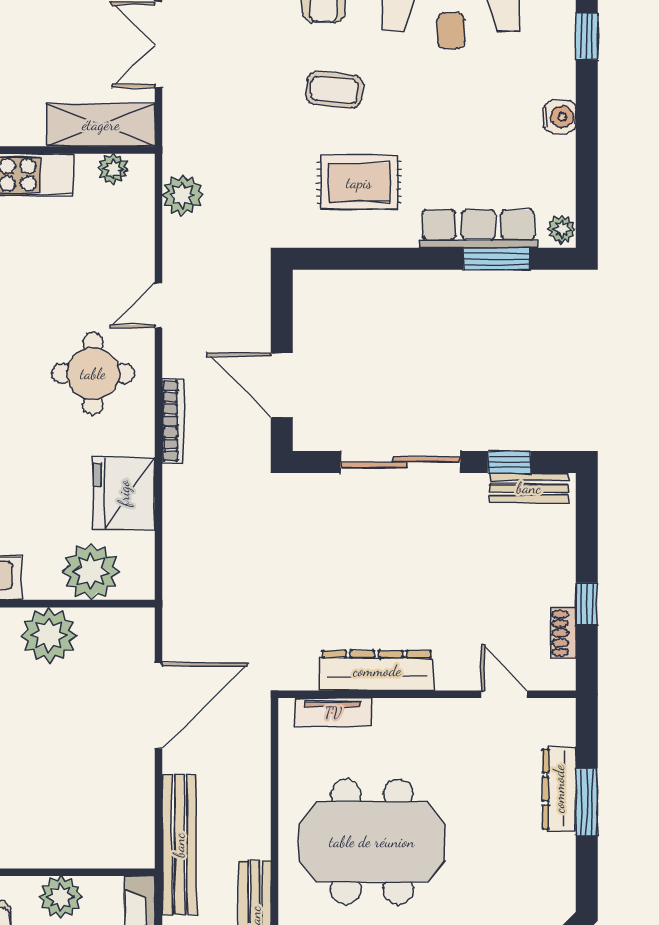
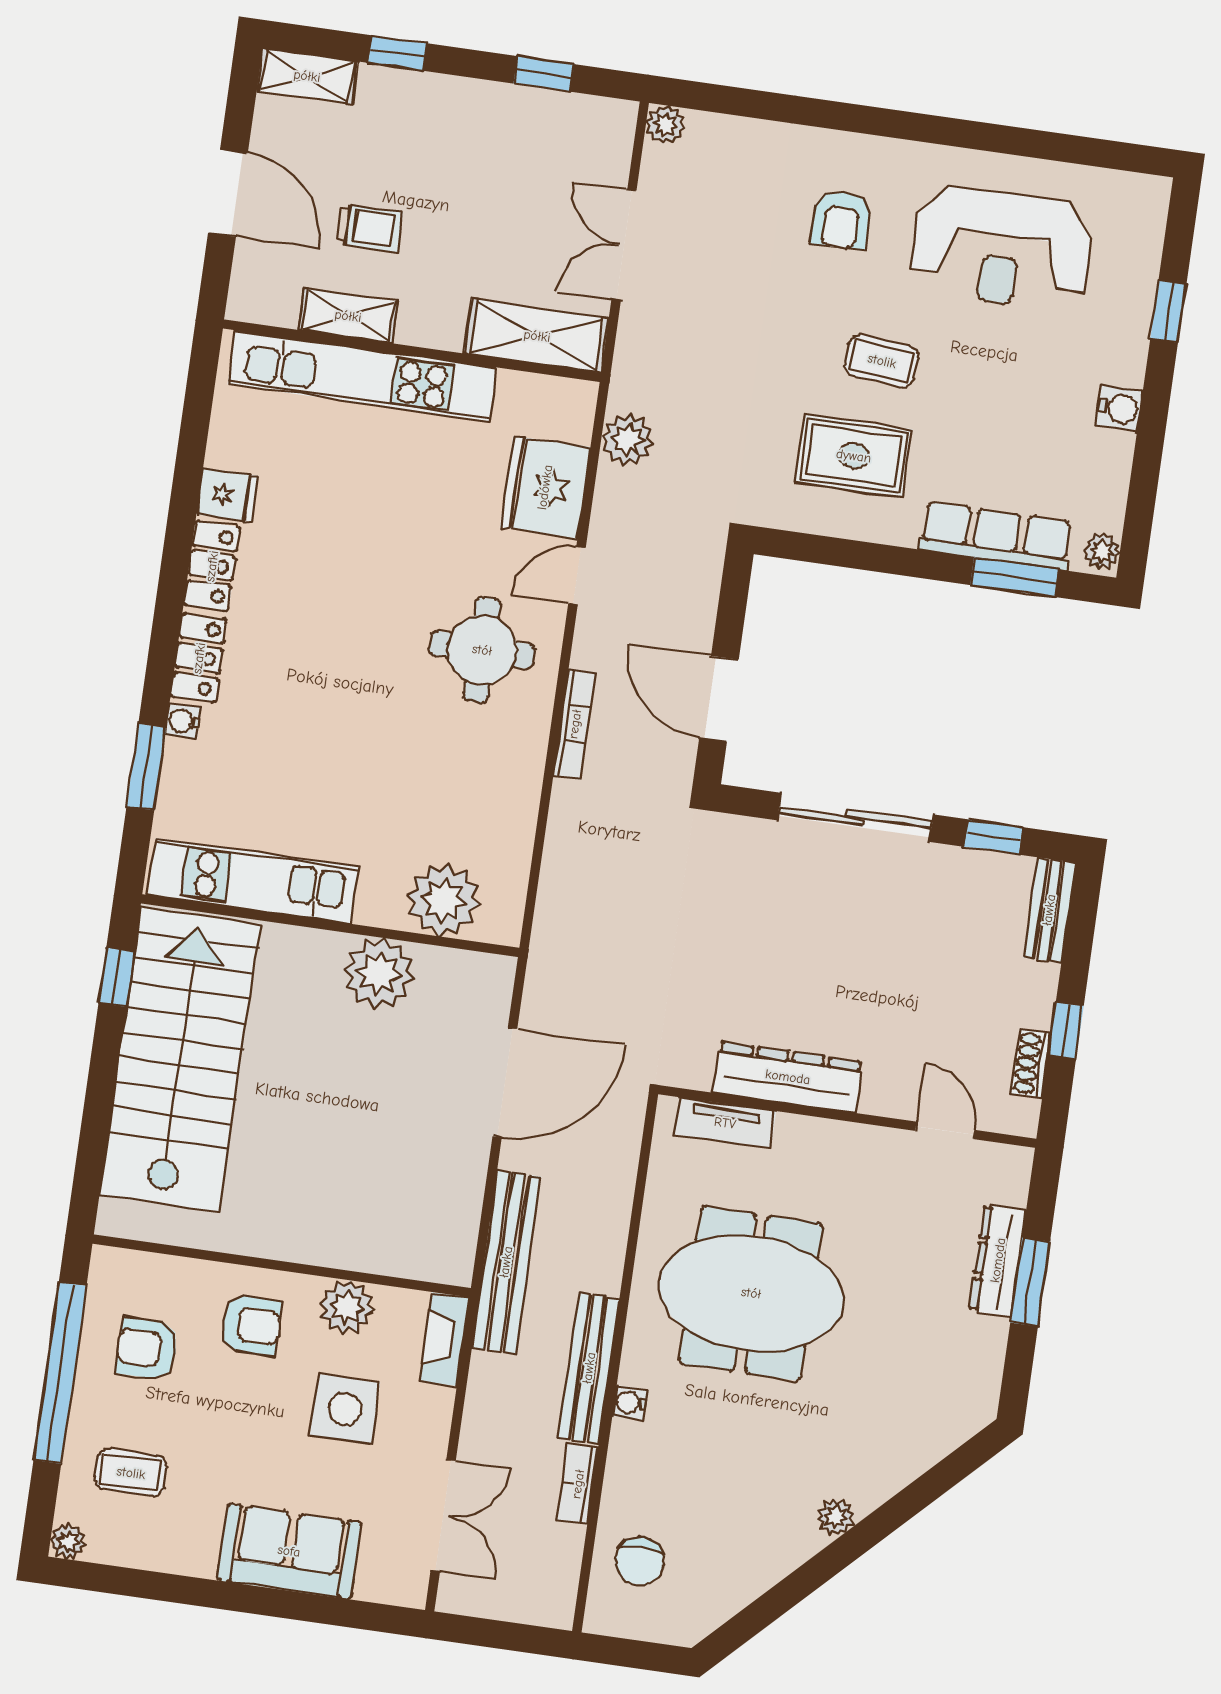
coffee table: (334, 90) -> (882, 361), moved
plant: (113, 169) -> (545, 394), removed
bench: (529, 488) -> (1049, 910), moved, turned 90
fridge: (124, 493) -> (545, 487), moved

